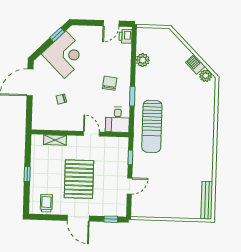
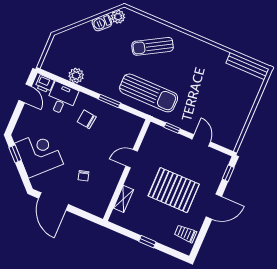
sun lounger: (192, 114) -> (153, 46), added
desk: (118, 120) -> (62, 99), moved, turned -90

